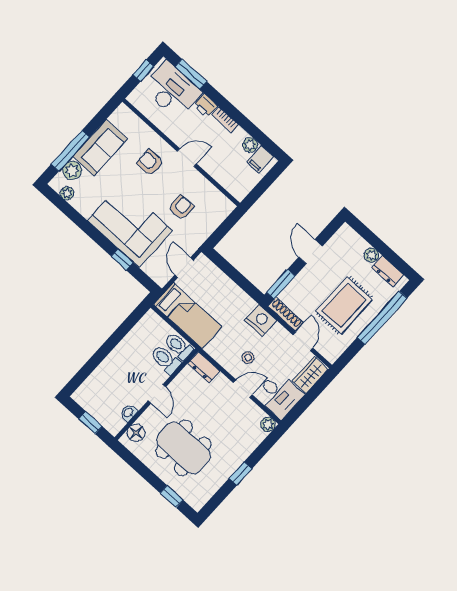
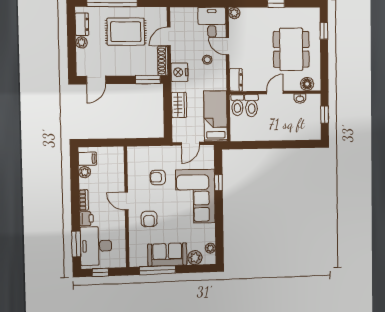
window: (70, 151) -> (158, 270), moved
door: (311, 252) -> (96, 80), moved
wardrobe: (310, 375) -> (179, 105), moved, turned -90

